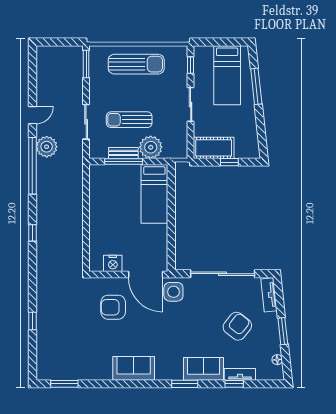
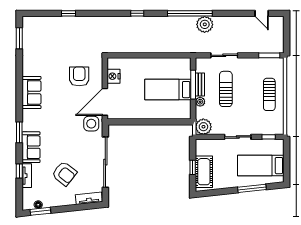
sun lounger: (136, 64) -> (269, 94), width x0.73, depth x0.75
door: (32, 115) -> (262, 13), moved
plant: (151, 147) -> (200, 102), width x0.53, depth x0.53
plant: (177, 148) -> (203, 127), added
cot: (214, 148) -> (204, 172), moved
bed: (154, 194) -> (168, 90), moved
window: (283, 331) -> (40, 211), moved

